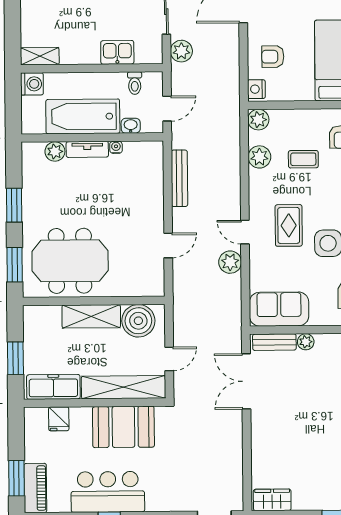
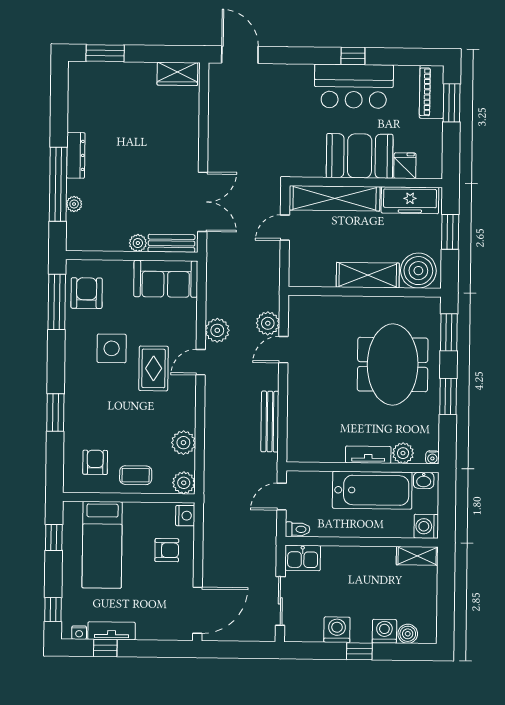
plant: (181, 51) -> (268, 323), moved
kitchen sink: (117, 52) -> (303, 558), moved
toilet: (135, 83) -> (298, 529), moved, turned 90
washbasin: (131, 126) -> (424, 480), moved
water cooler: (116, 147) -> (432, 457), moved
coffee table: (303, 159) -> (136, 475), moved
door: (245, 232) -> (201, 362), swing flipped
meeting table: (70, 261) -> (393, 365), moved, turned 90
boiler: (138, 321) -> (418, 271), moved
booth: (123, 427) -> (360, 156), moved

